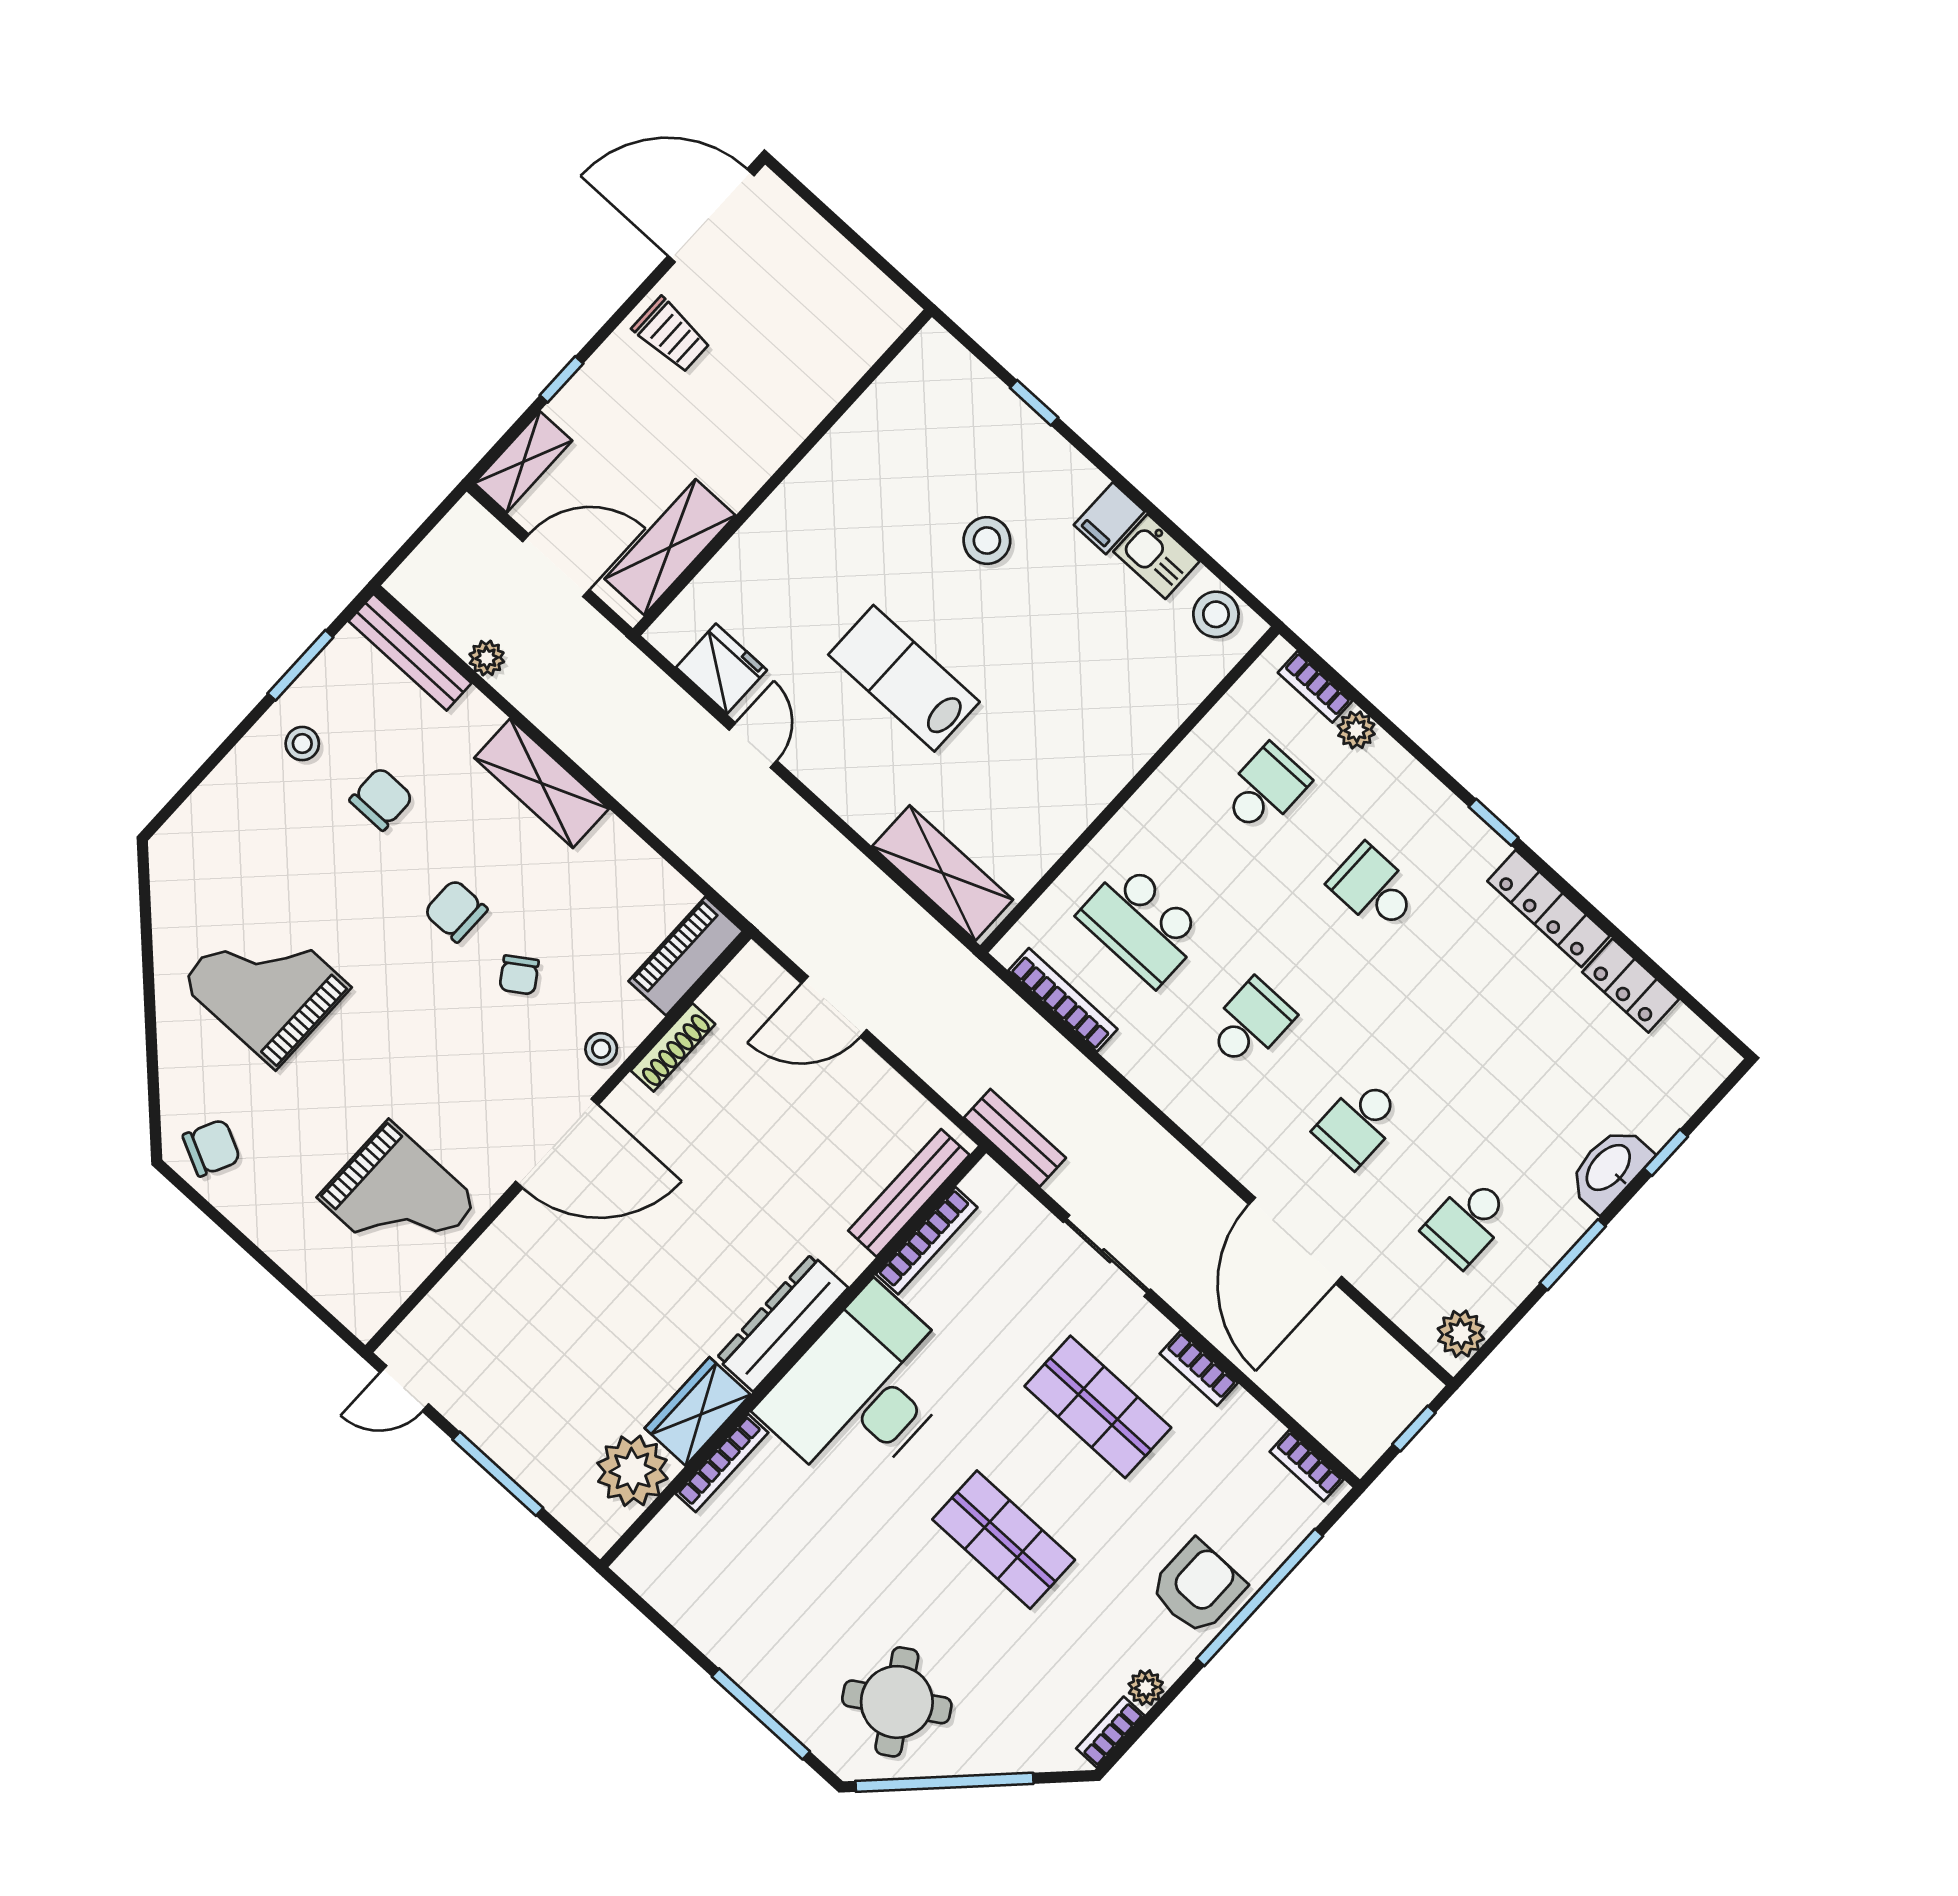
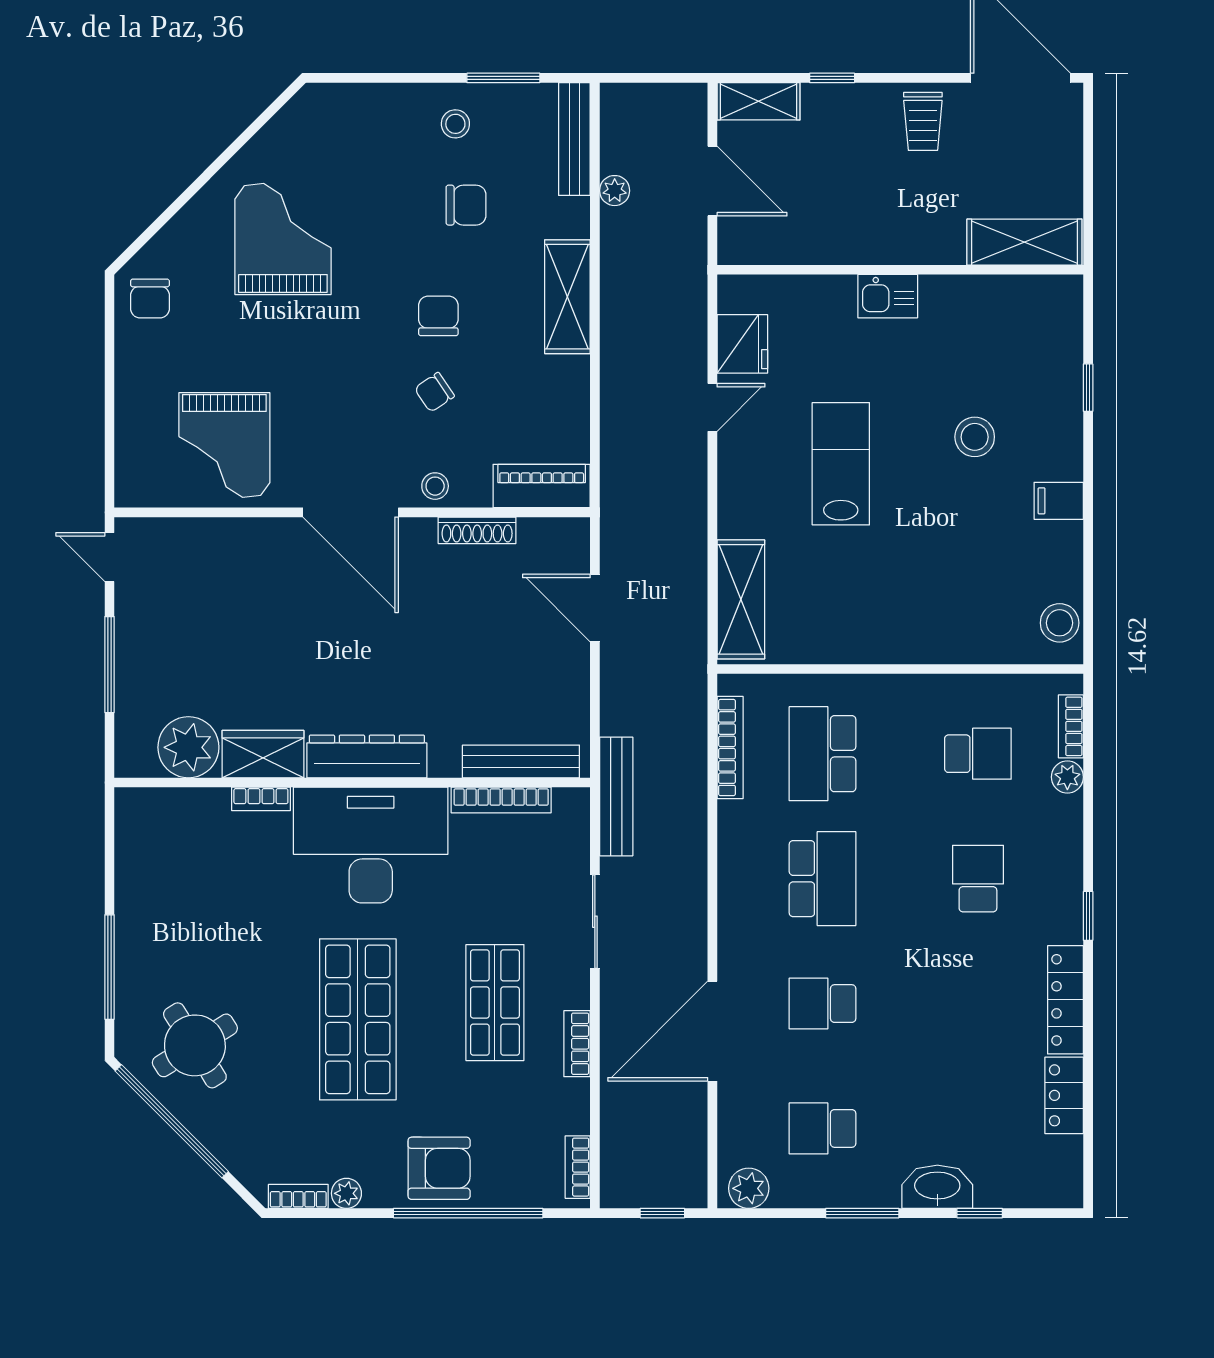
shelving: (670, 547) -> (1024, 242), moved
kitchen sink: (1156, 557) -> (888, 296), moved, turned -90
school desk: (1250, 1024) -> (822, 879), width x1.85
bench: (1015, 1138) -> (616, 796), width x1.36
chair: (212, 1148) -> (150, 298), turned 64
bookcase: (722, 1463) -> (261, 799), width x0.64
shop shelf: (1004, 1540) -> (358, 1019), width x1.43, depth x1.36

